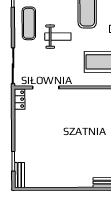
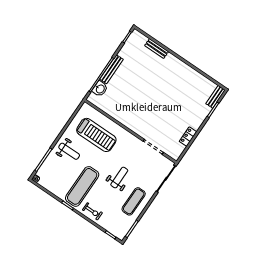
weight bench: (58, 37) -> (119, 178), turned 90
locker: (20, 99) -> (188, 137), moved

